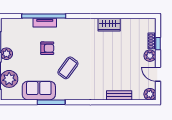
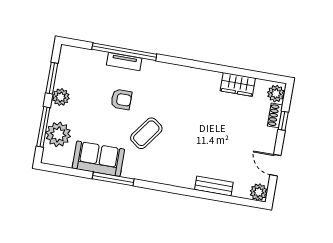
wardrobe: (109, 25) -> (238, 84), moved
plant: (150, 56) -> (276, 94), moved

